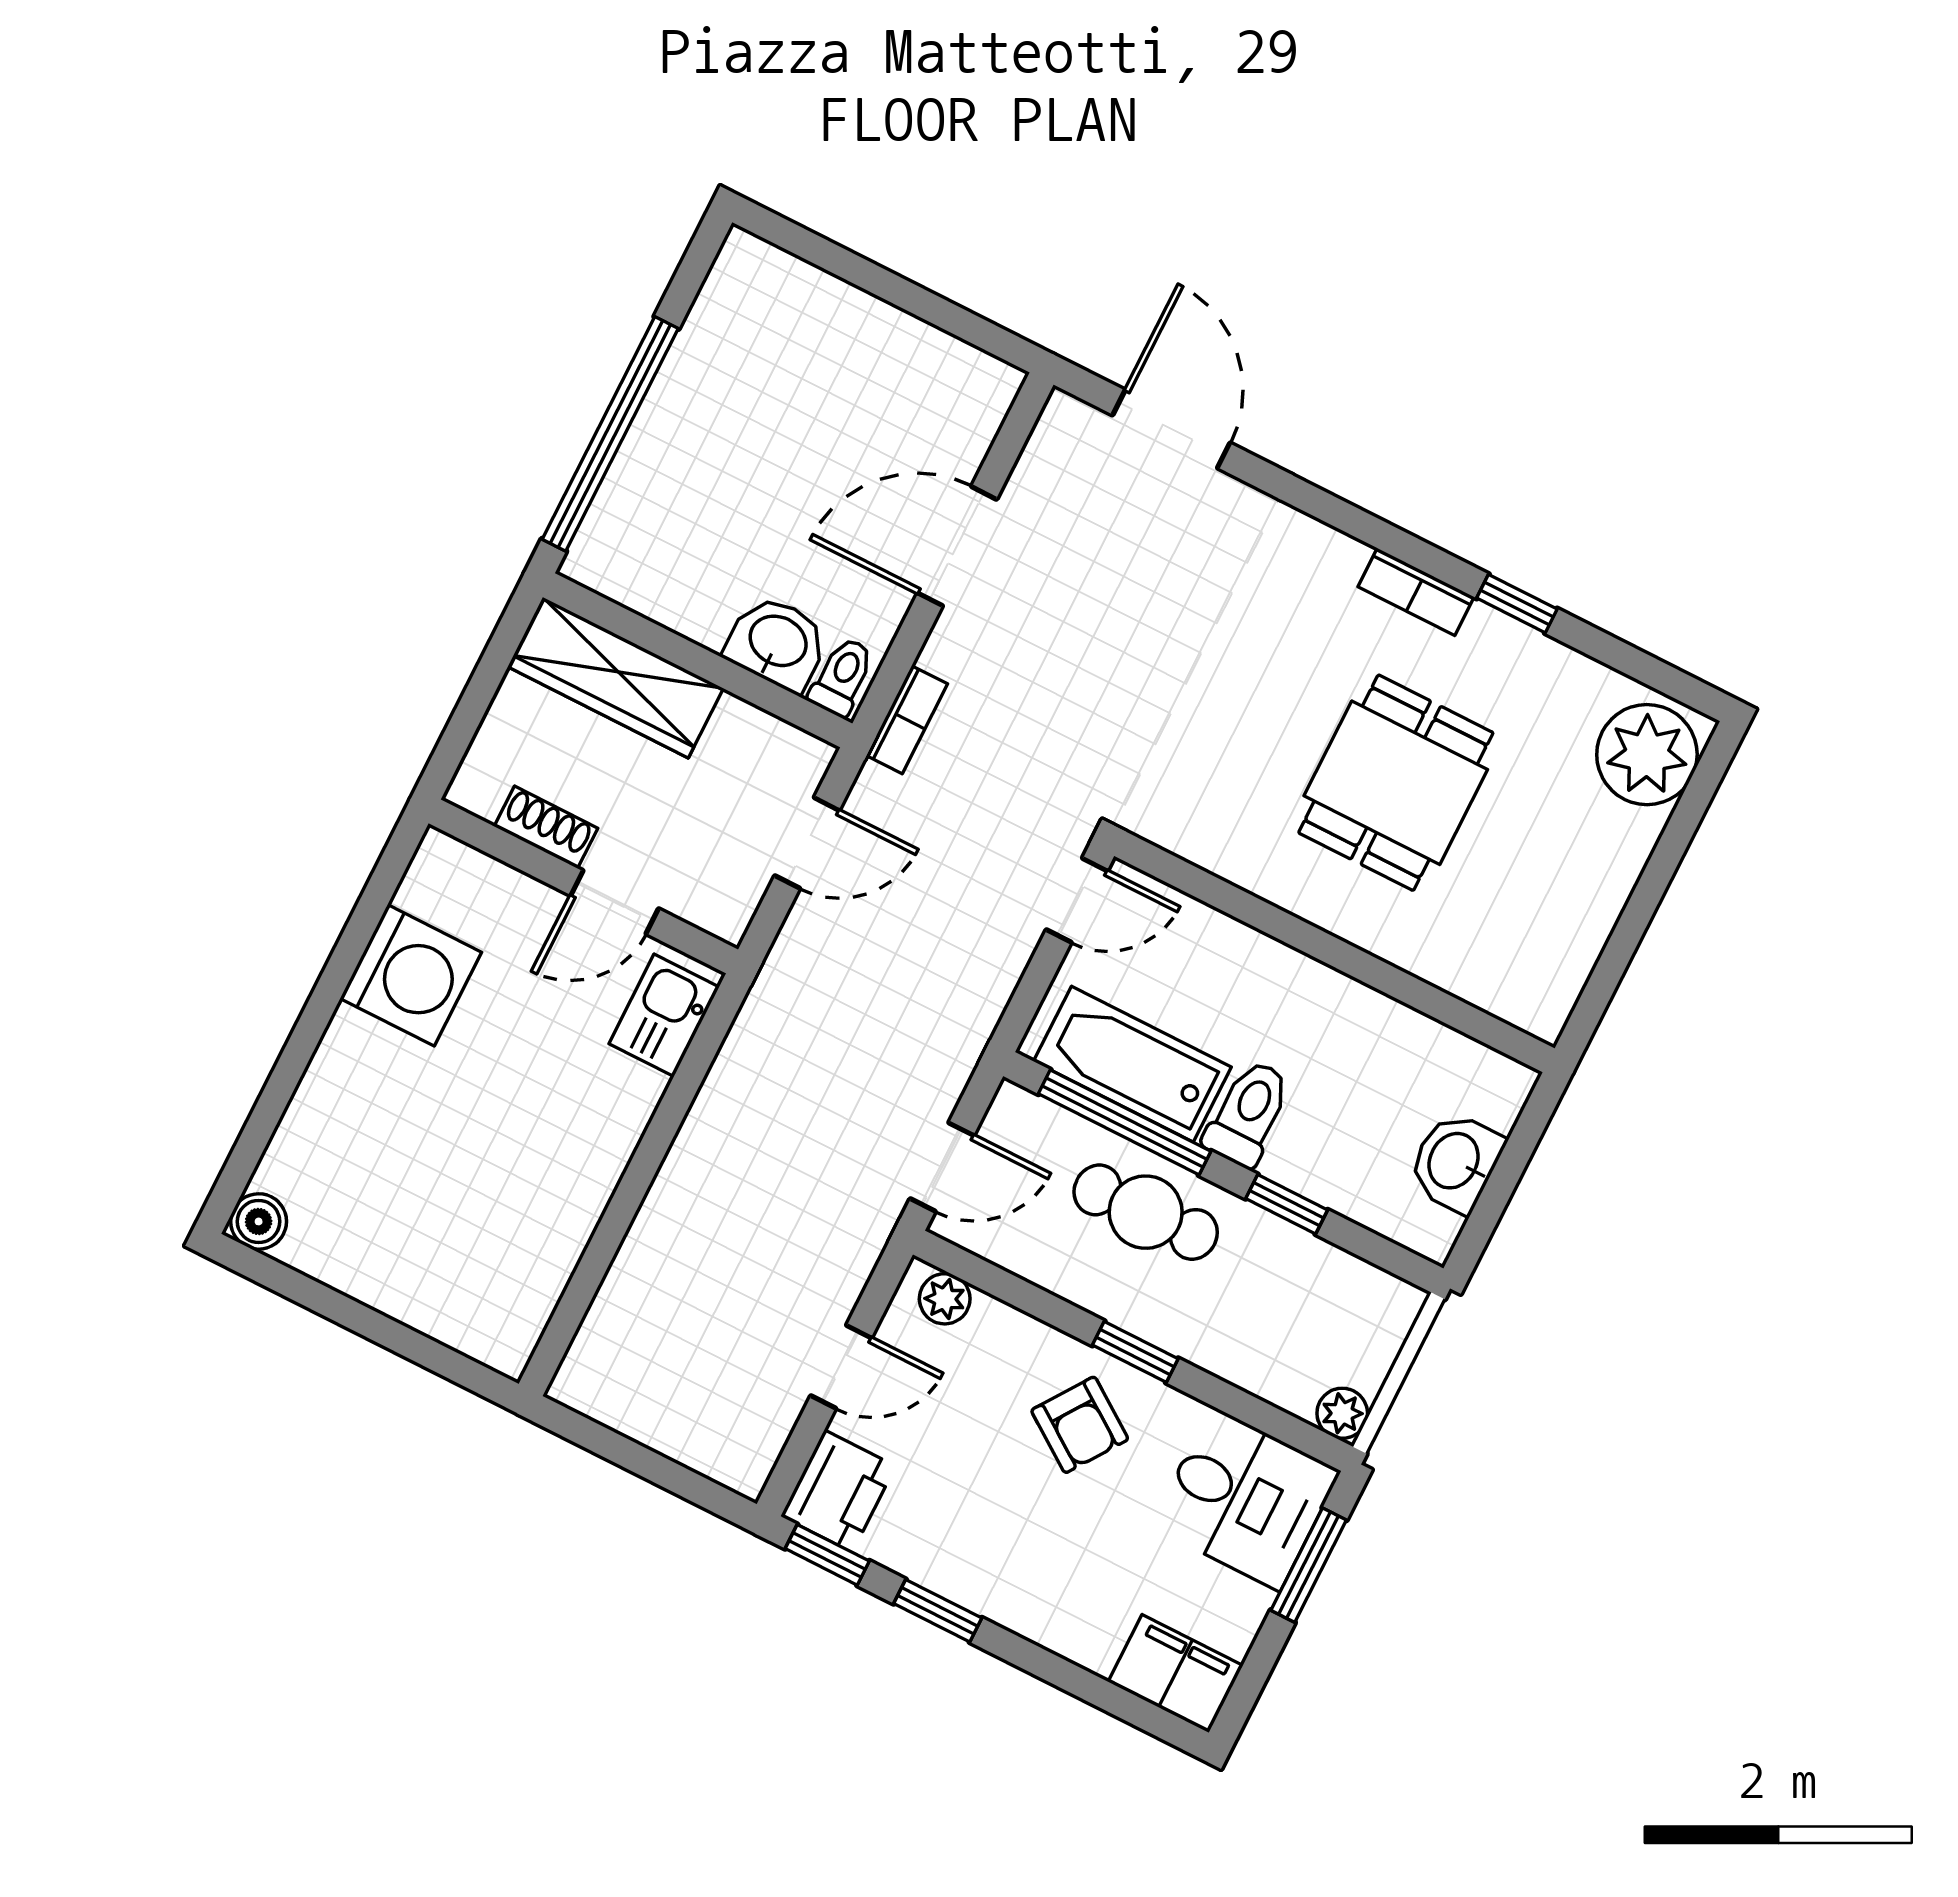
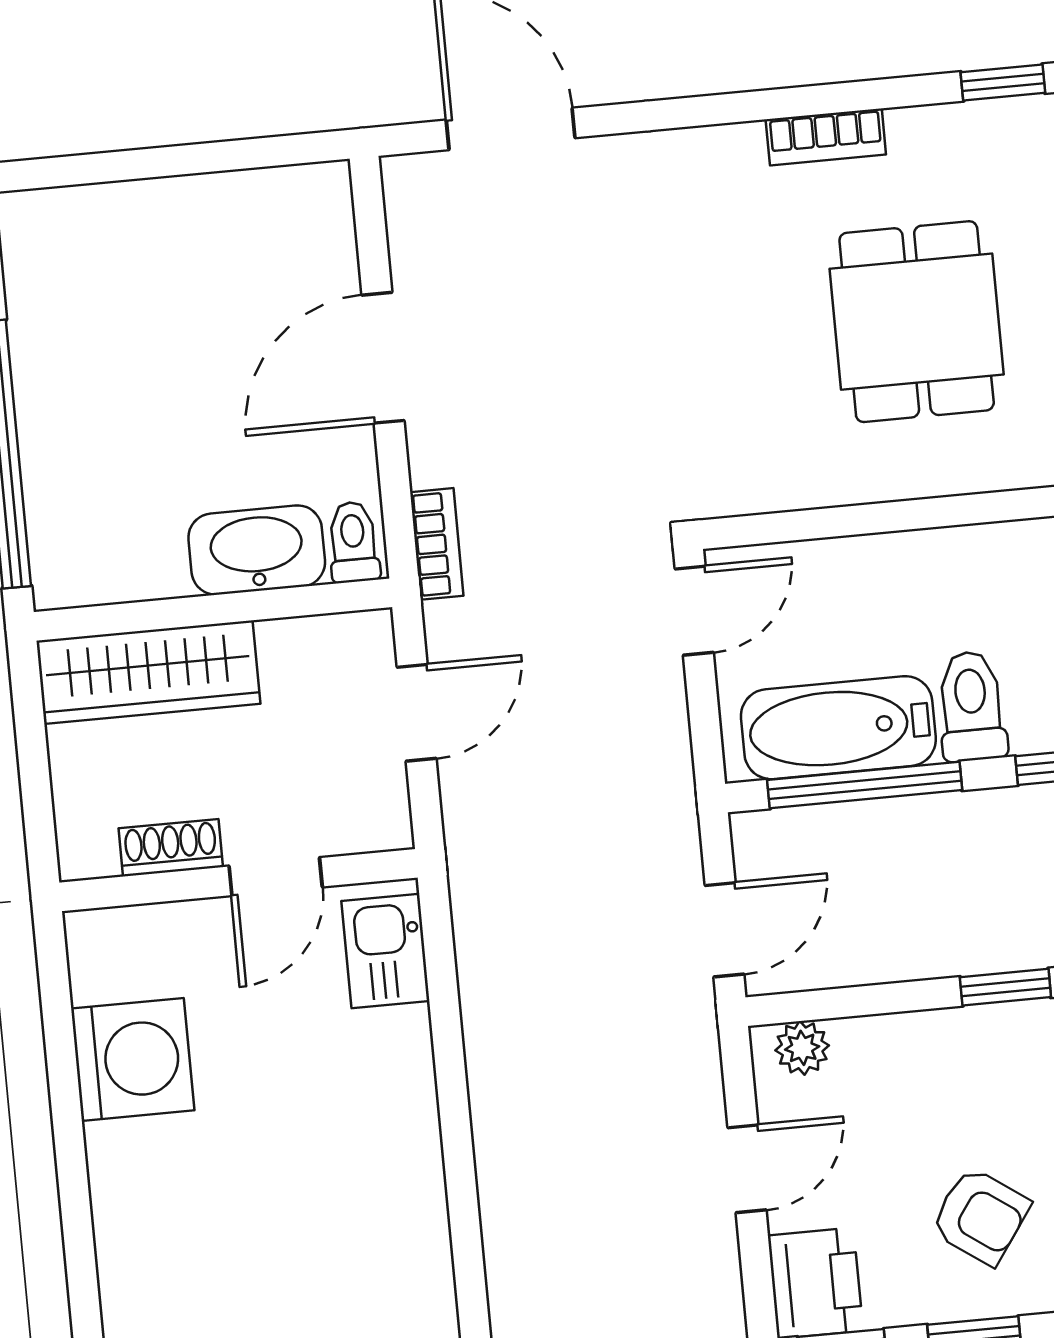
window: (1517, 604) -> (1003, 82), moved
washbasin: (777, 643) -> (257, 550), width x1.38
cafe table: (1146, 1212) -> (935, 854), removed
armchair: (1080, 1425) -> (980, 1216), moved

